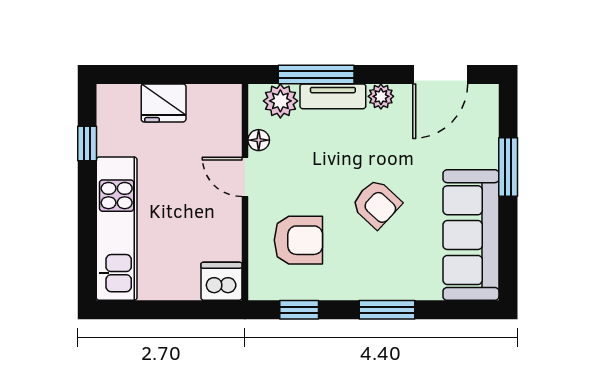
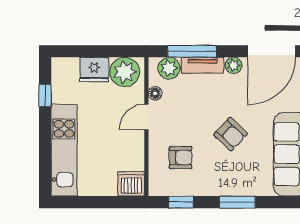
door: (440, 74) -> (271, 51), width x1.36
plant: (211, 107) -> (125, 72), added
door: (245, 177) -> (146, 117), hinge flipped
armchair: (298, 240) -> (181, 158), width x0.72, depth x0.72

